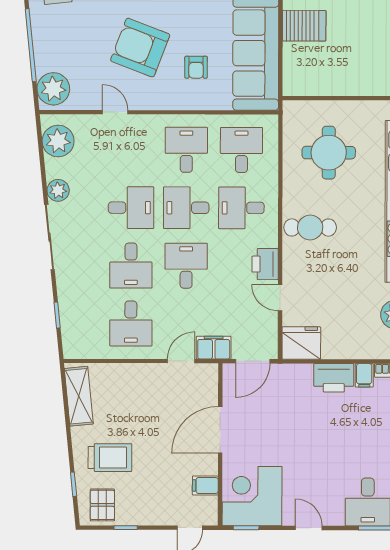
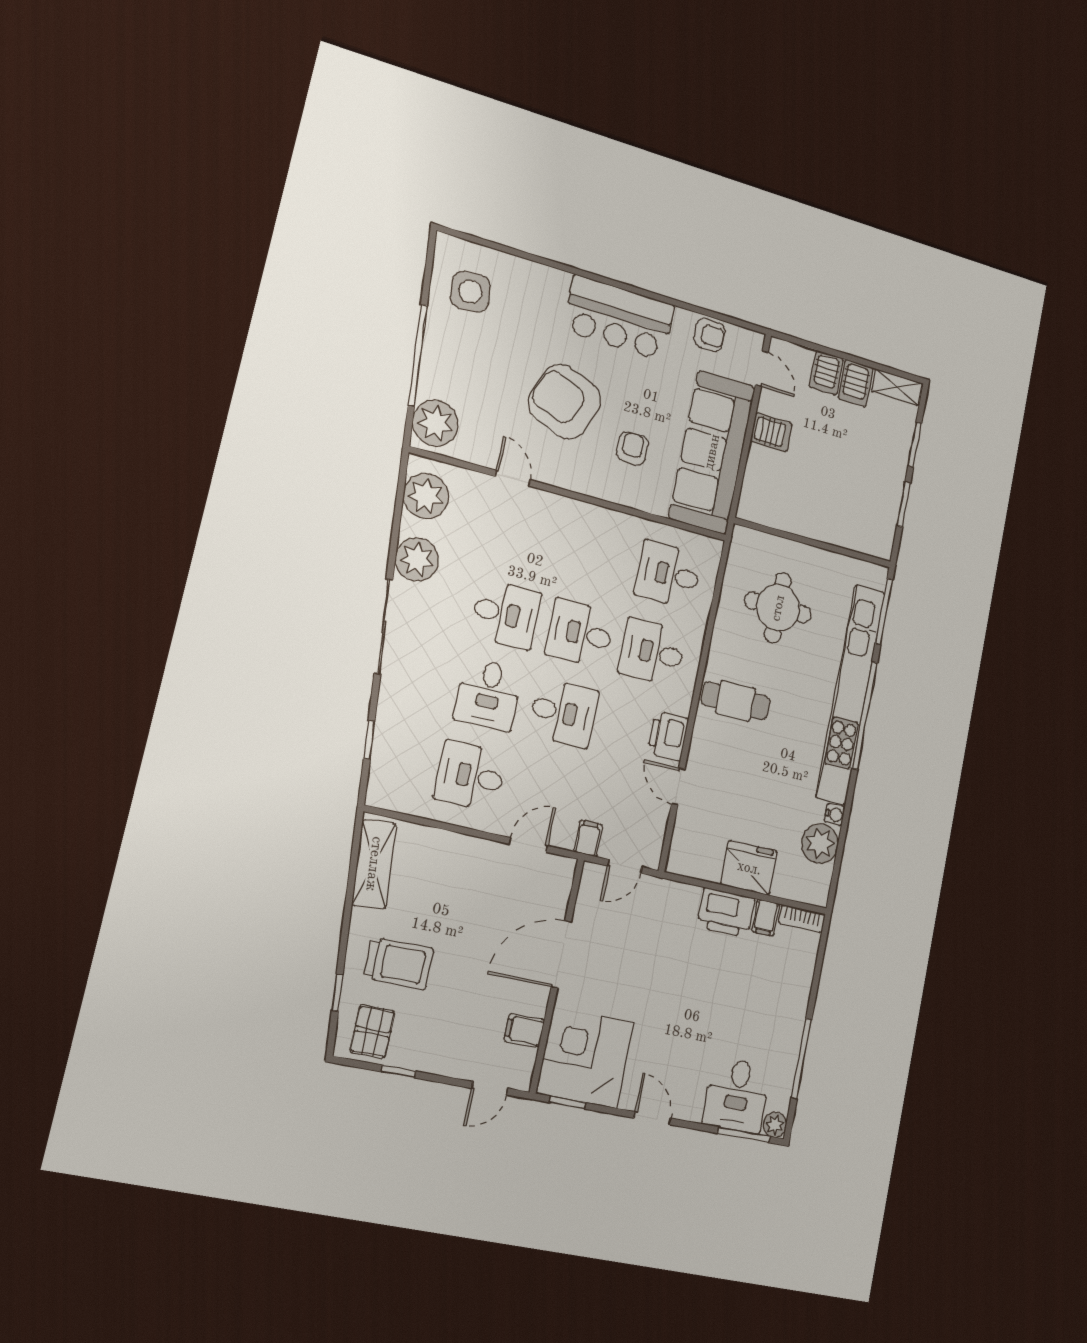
server rack: (304, 26) -> (771, 432), width x0.73, depth x0.70
armchair: (196, 67) -> (632, 449), turned 180
desk: (186, 150) -> (597, 555), removed
desk: (241, 150) -> (668, 574), turned -90
plant: (58, 190) -> (417, 559), width x1.36, depth x1.36
desk: (186, 266) -> (563, 713), turned 90
desk: (131, 323) -> (471, 776), turned 90
fridge: (301, 343) -> (749, 868), moved
filing cabinet: (214, 348) -> (588, 838), width x0.50
door: (253, 361) -> (625, 866), width x0.73

